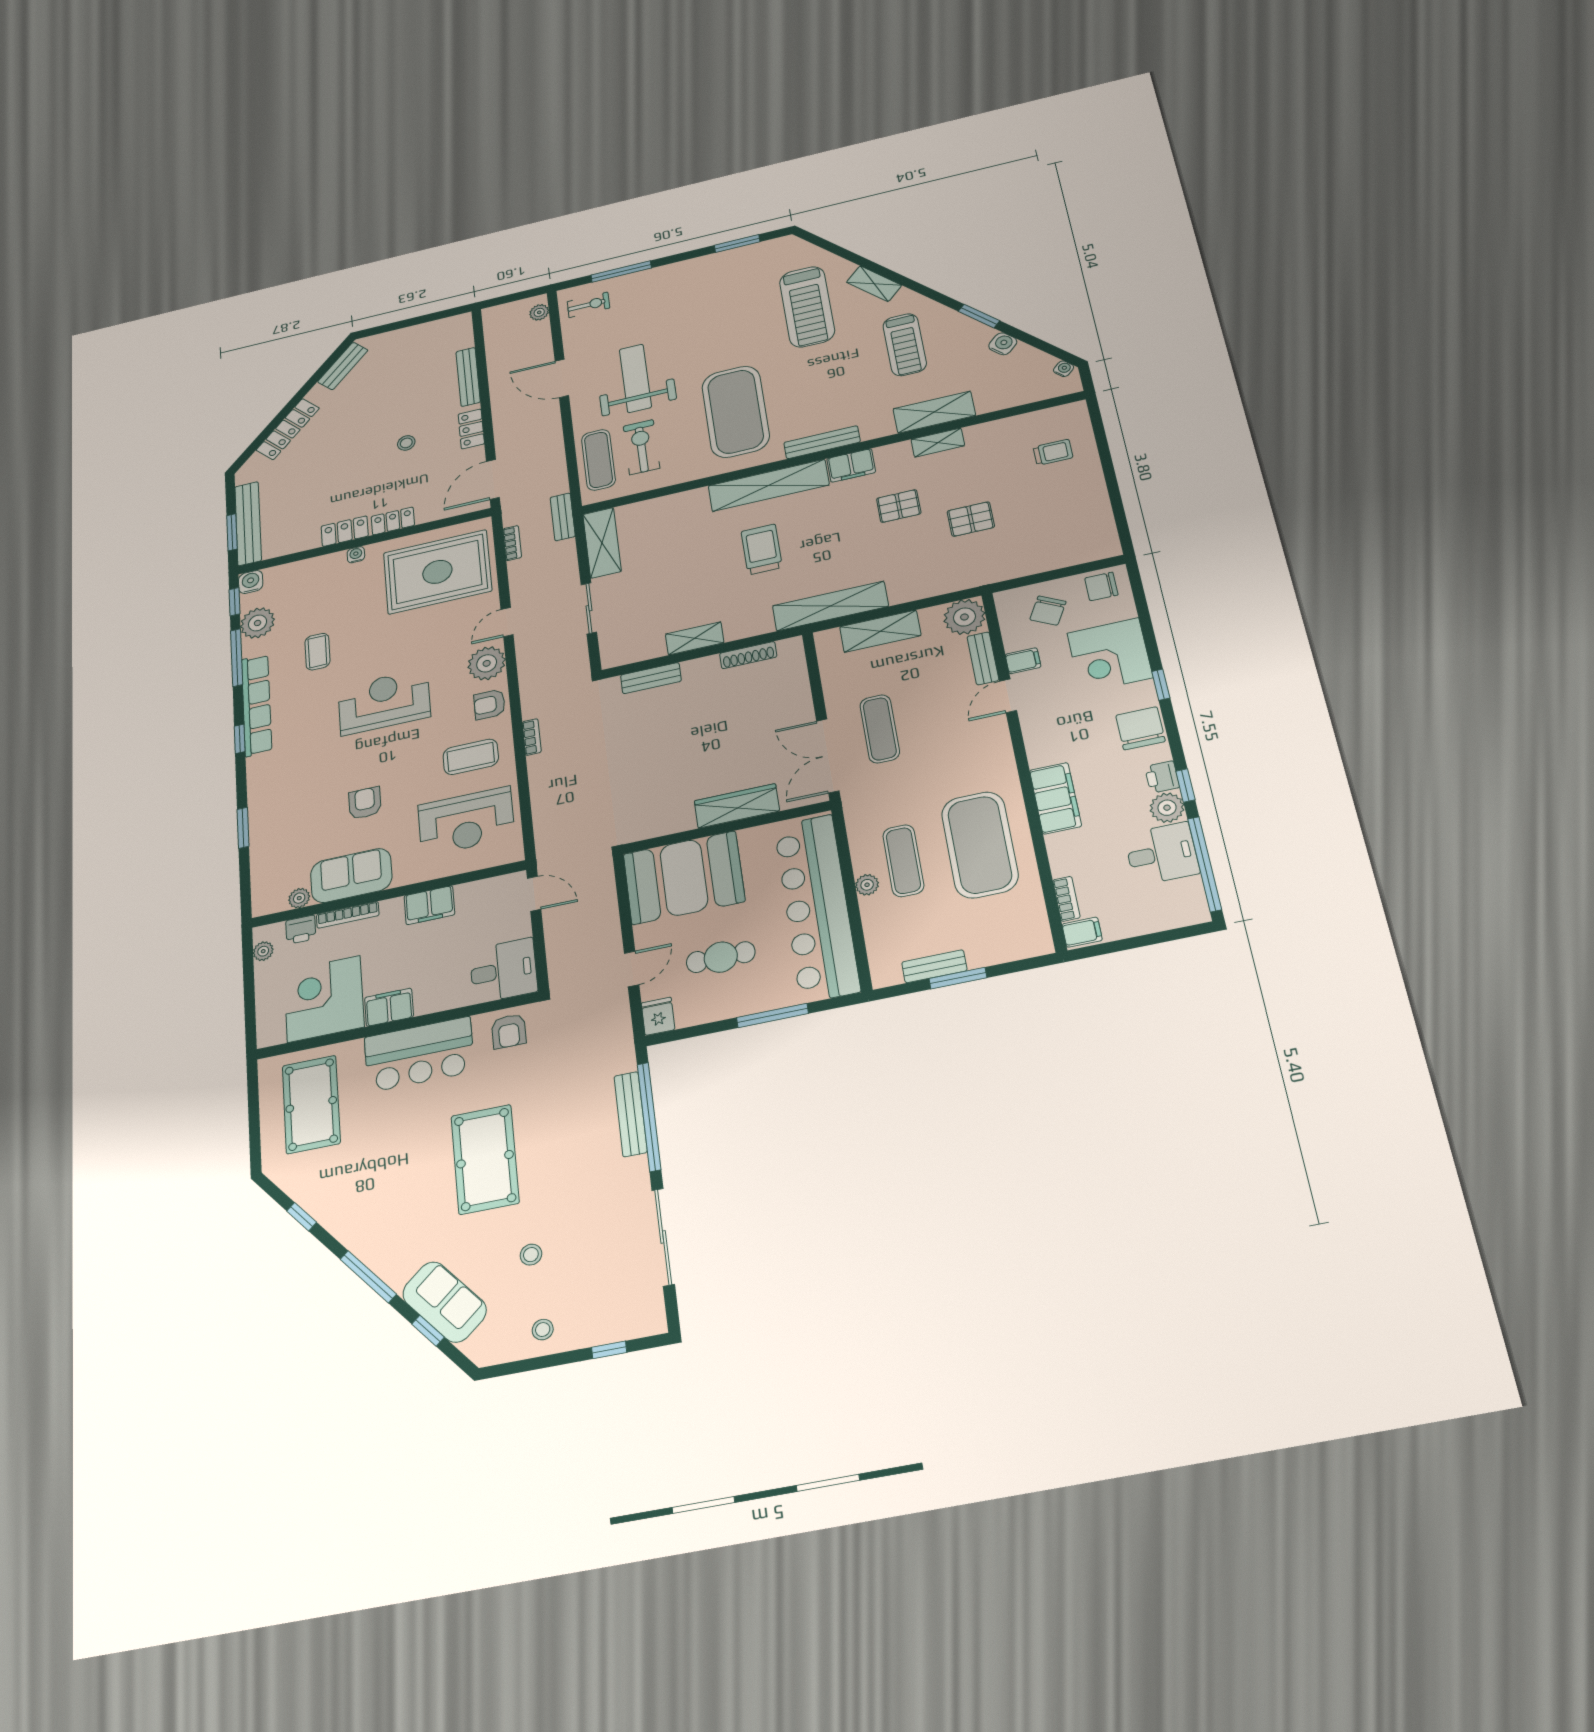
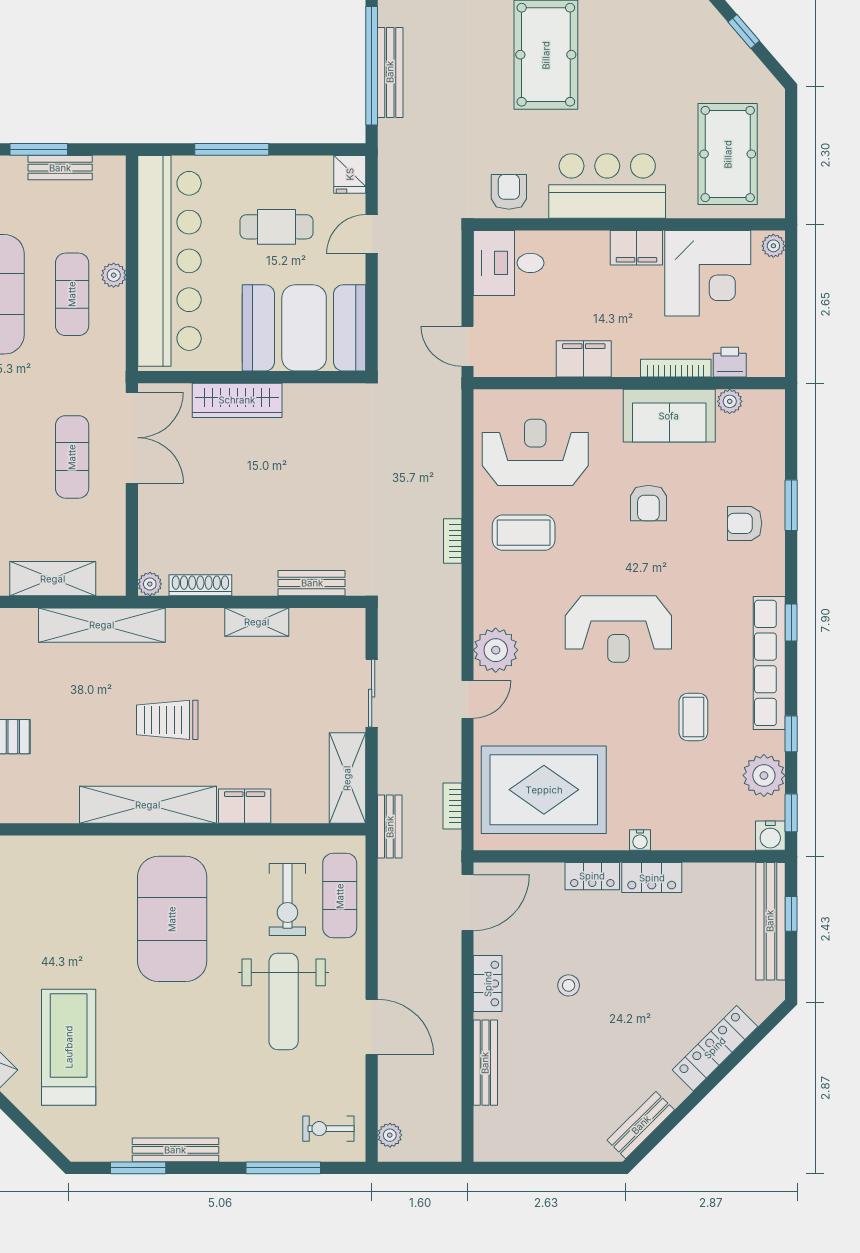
bench: (822, 442) -> (175, 1150), moved
filing cabinet: (851, 465) -> (245, 806), moved
window: (232, 532) -> (791, 914), width x0.67
trolley: (762, 549) -> (167, 720), turned 90
plant: (793, 646) -> (150, 584), added
window: (237, 658) -> (791, 734), width x0.46
armchair: (489, 704) -> (745, 523), moved, turned 180
plant: (263, 951) -> (773, 246), moved

